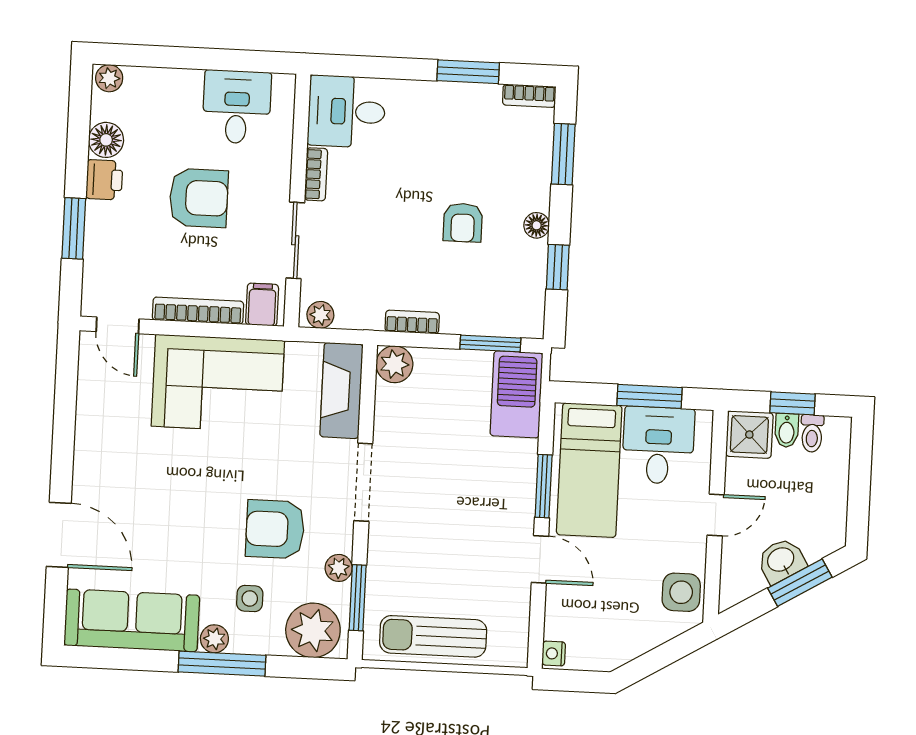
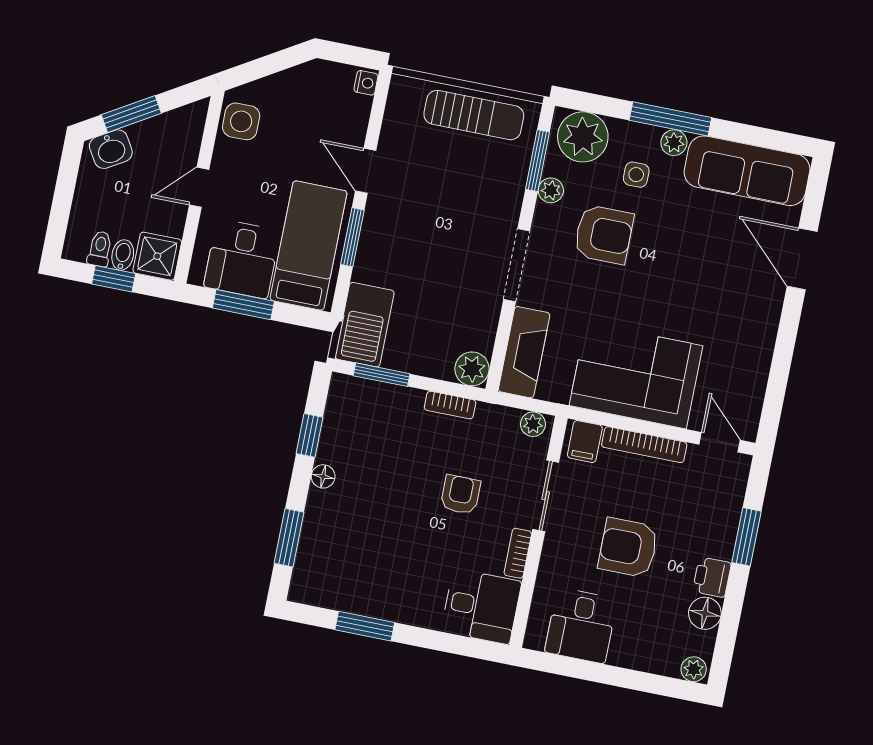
bookcase: (529, 96) -> (312, 596), removed
armchair: (463, 223) -> (460, 495), moved
washbasin: (781, 560) -> (111, 149), moved

